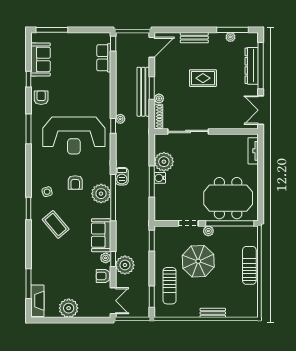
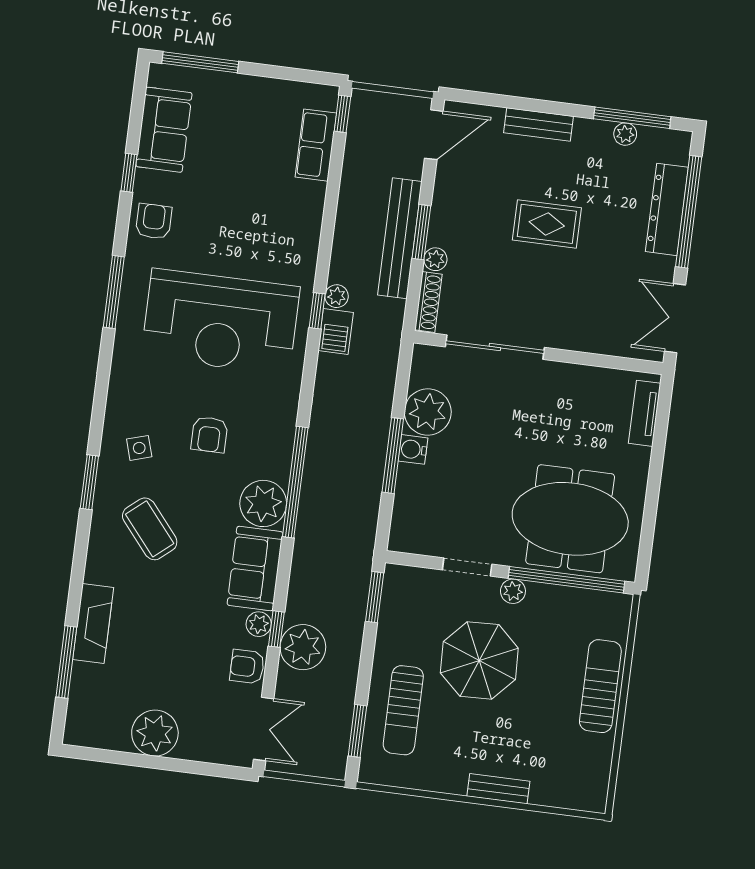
barbecue: (122, 176) -> (336, 331), moved
plant: (101, 194) -> (263, 503), moved
fireplace: (37, 301) -> (93, 624), moved

